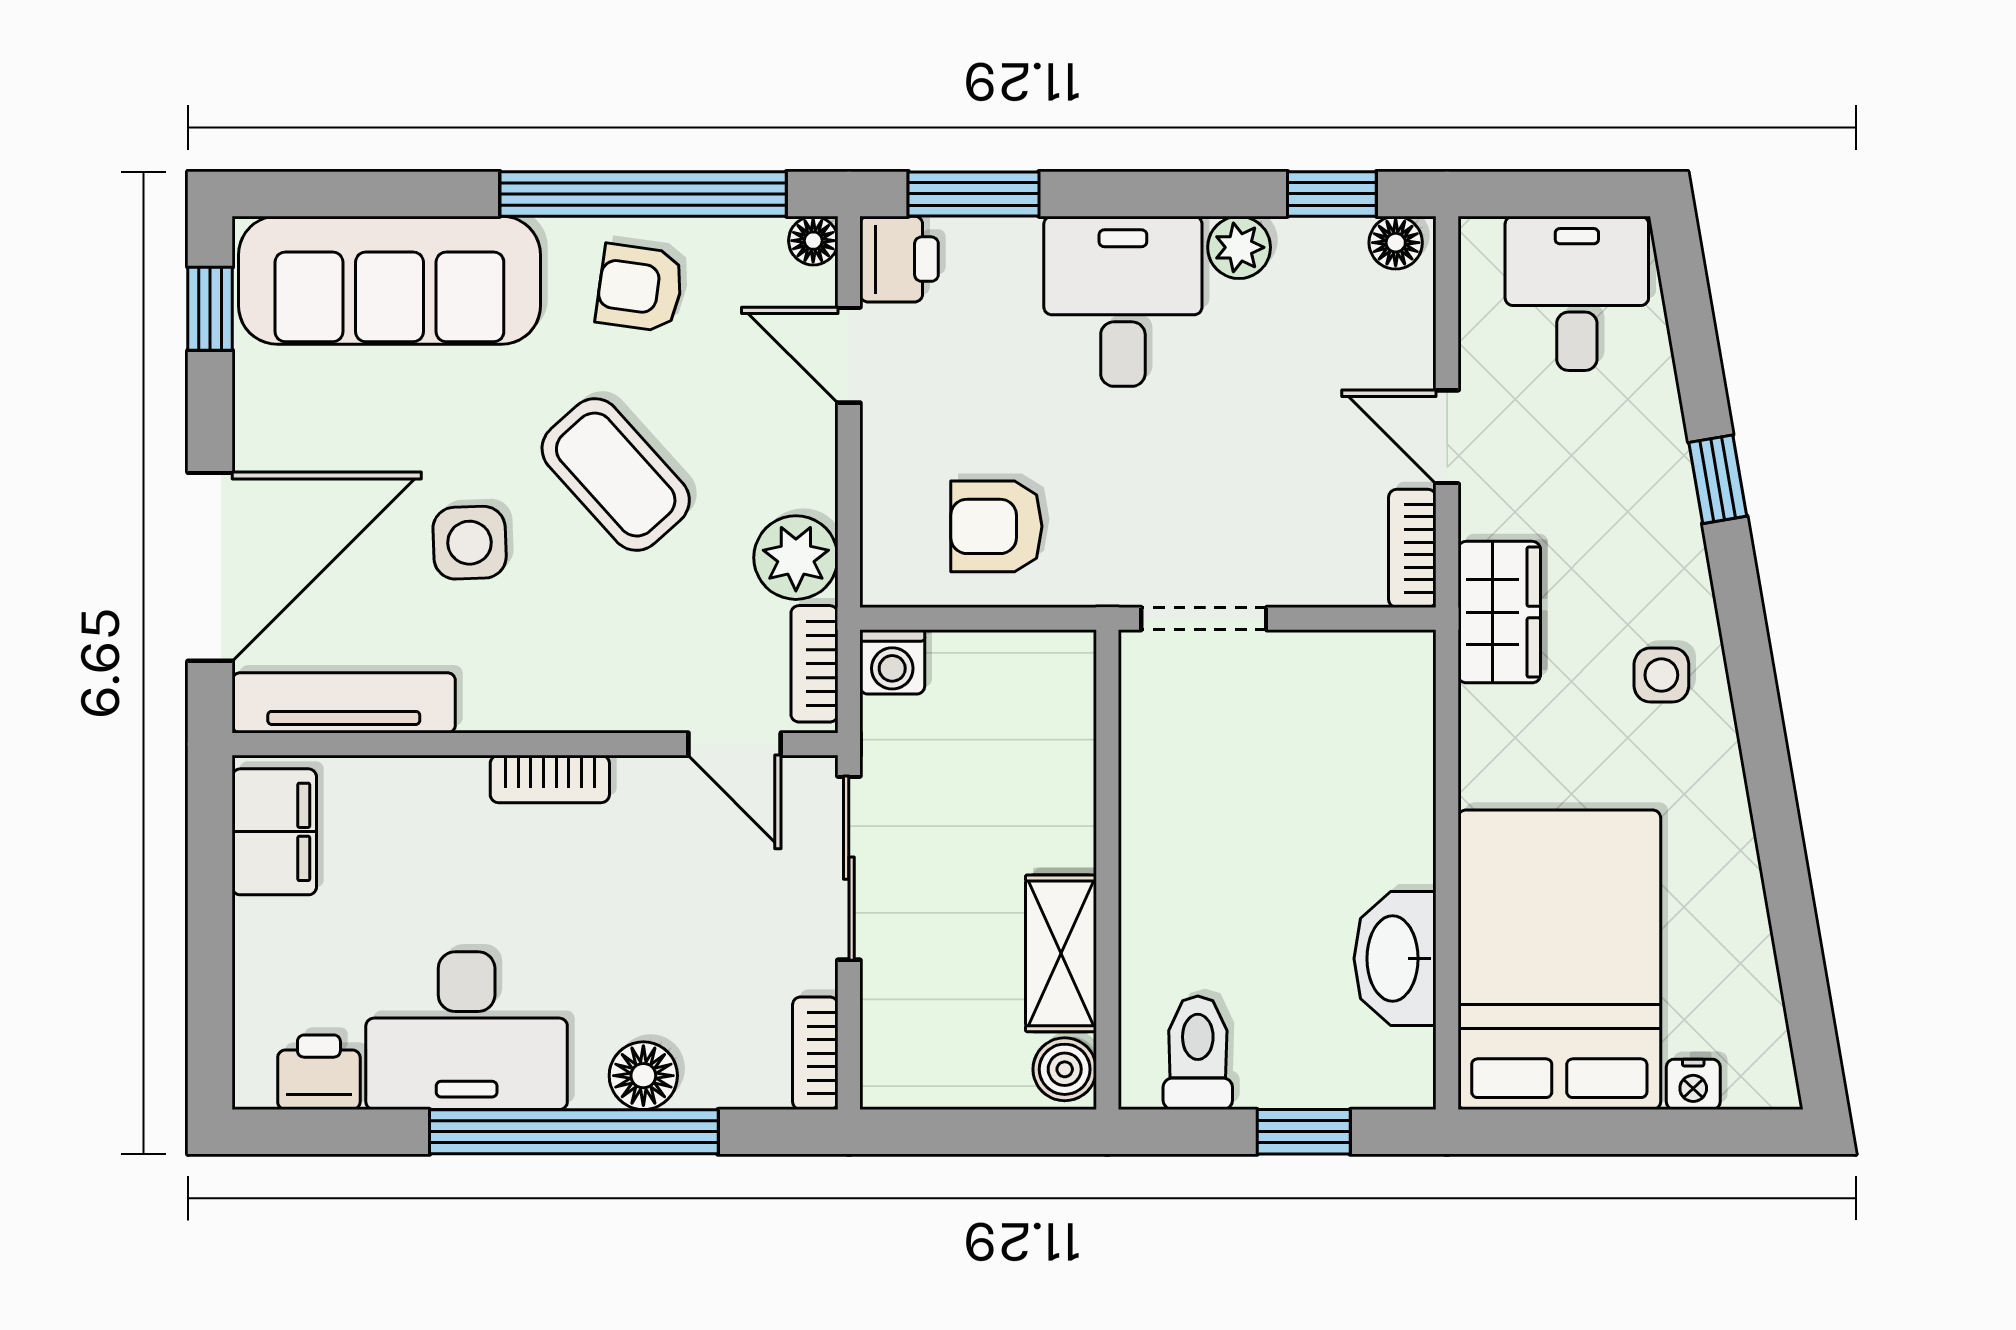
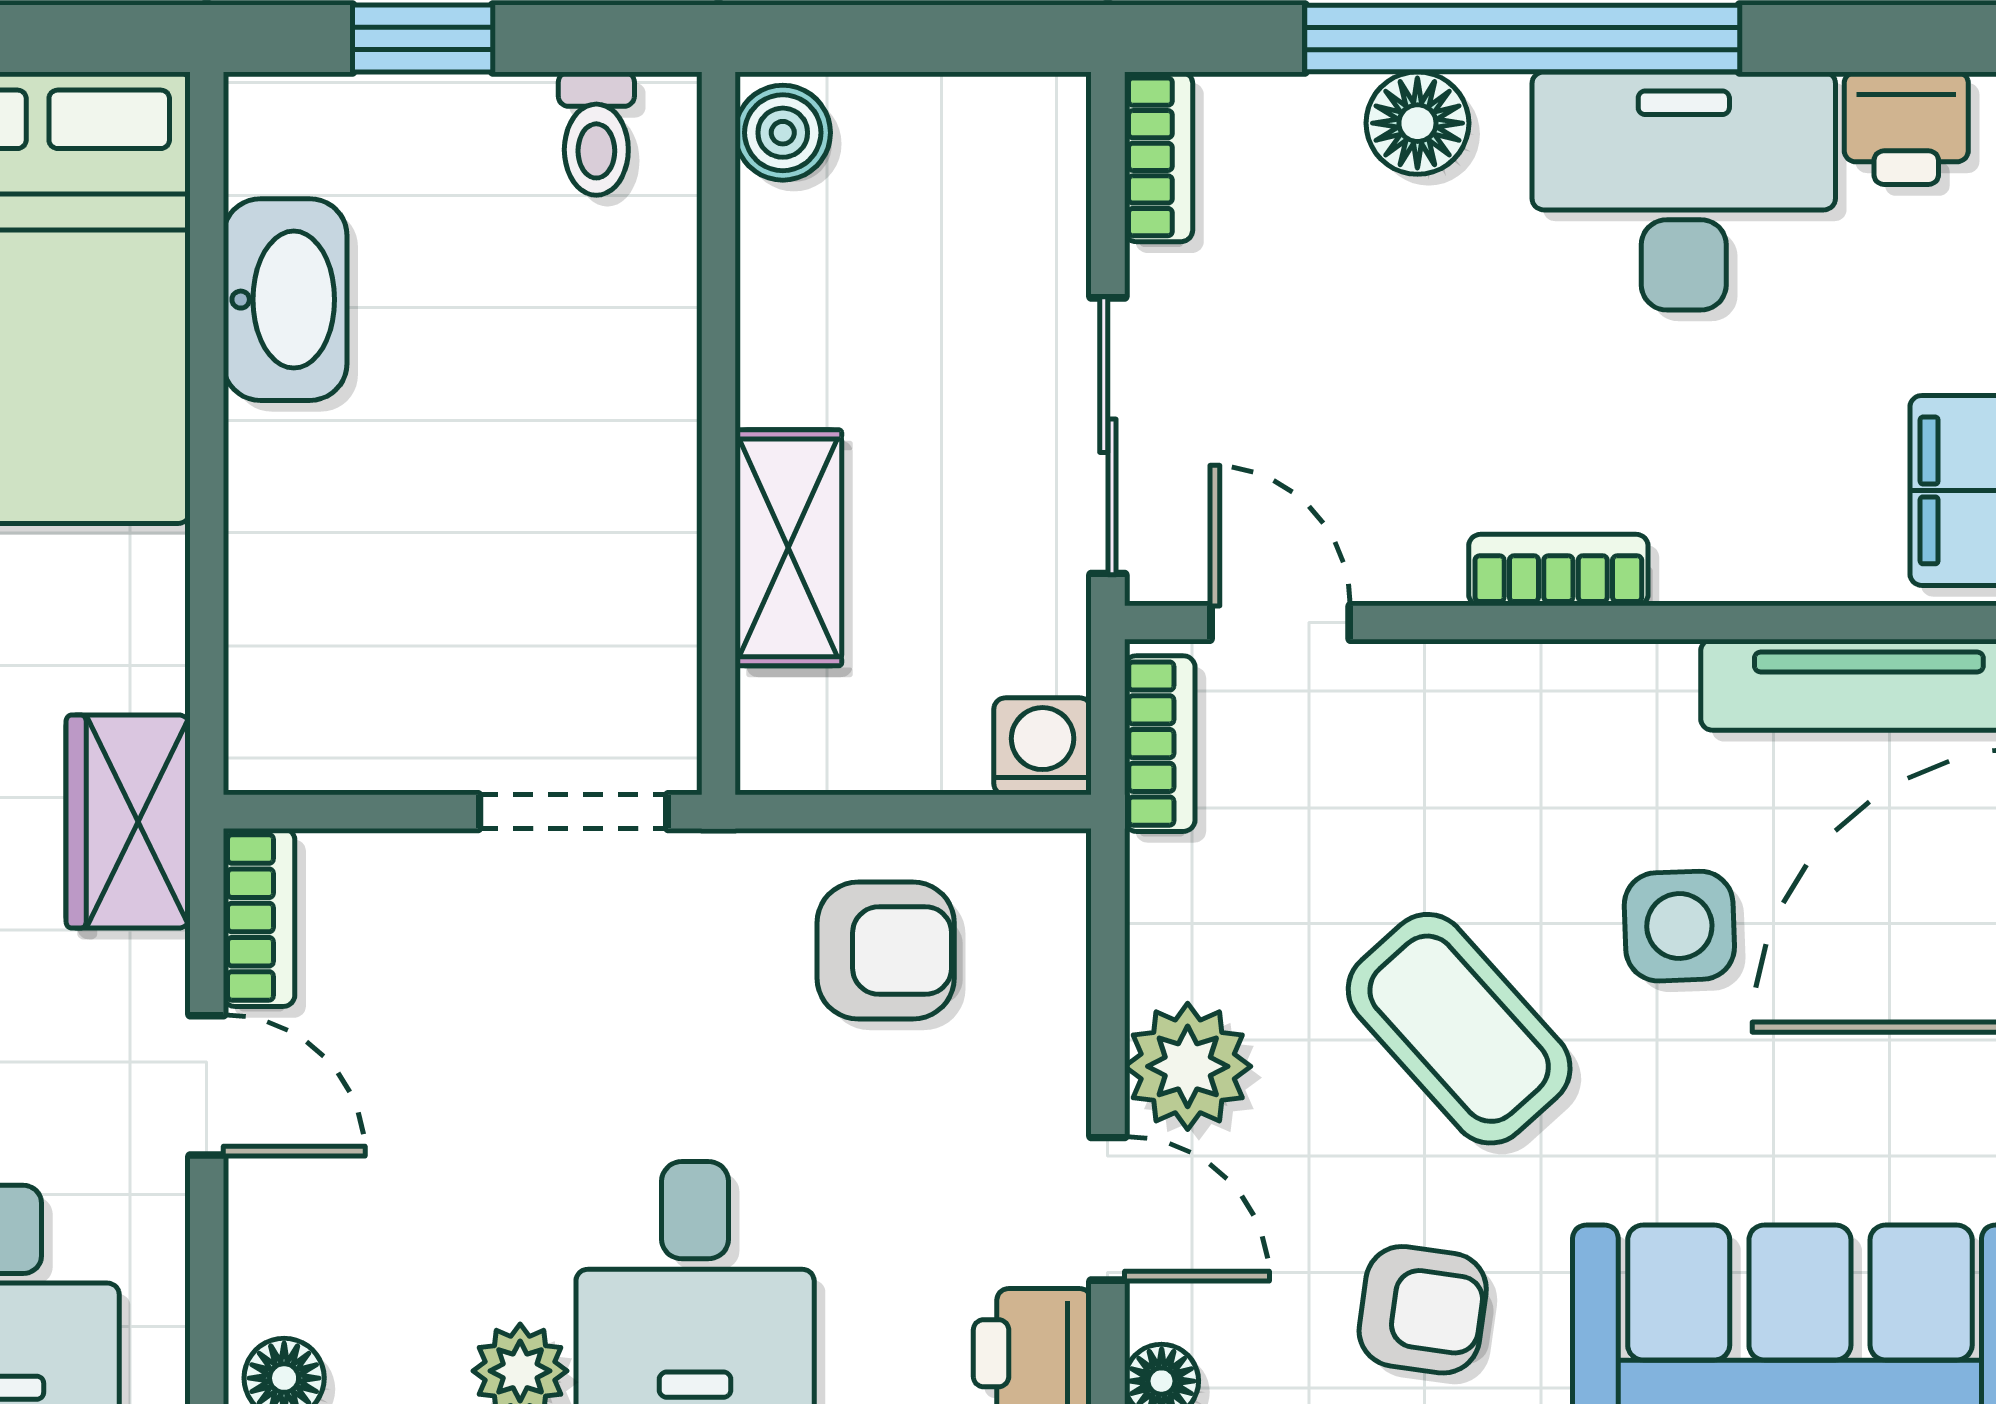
plant: (796, 558) -> (1188, 1066), moved
shelving: (1061, 953) -> (788, 548), moved
toilet: (1198, 1053) -> (596, 134), width x0.73, depth x0.72

